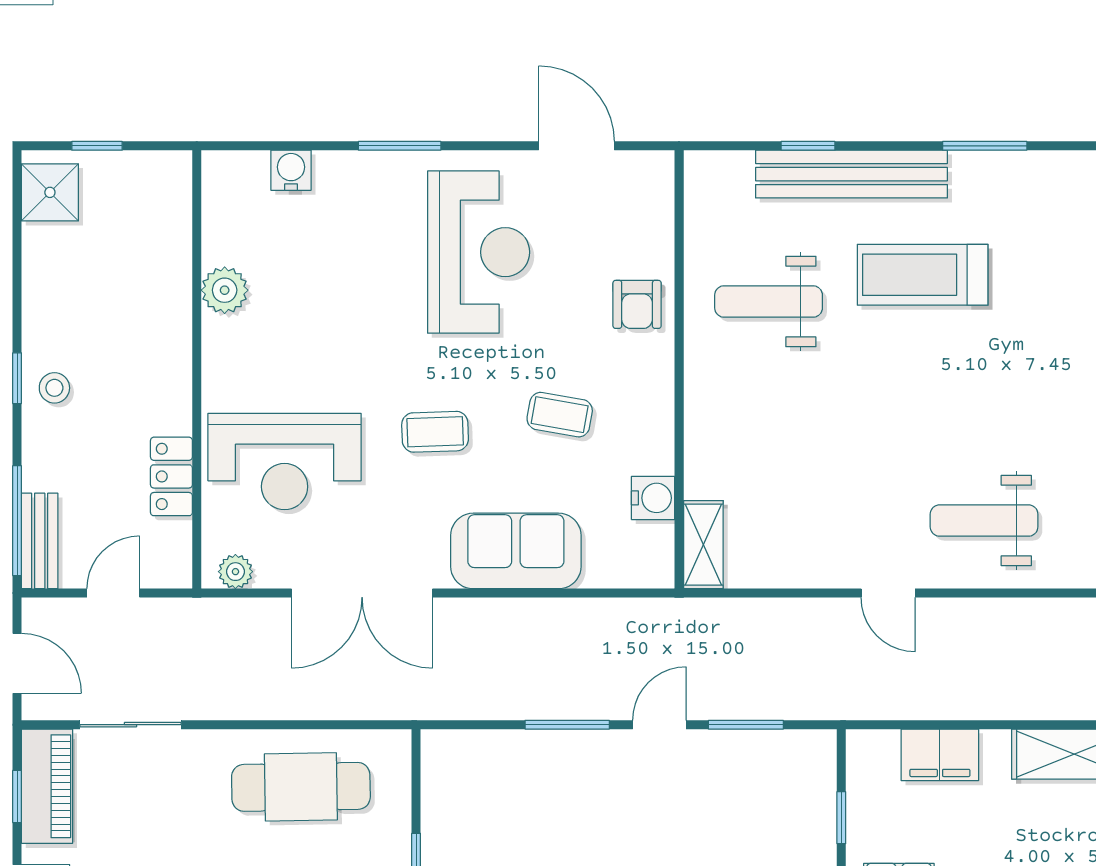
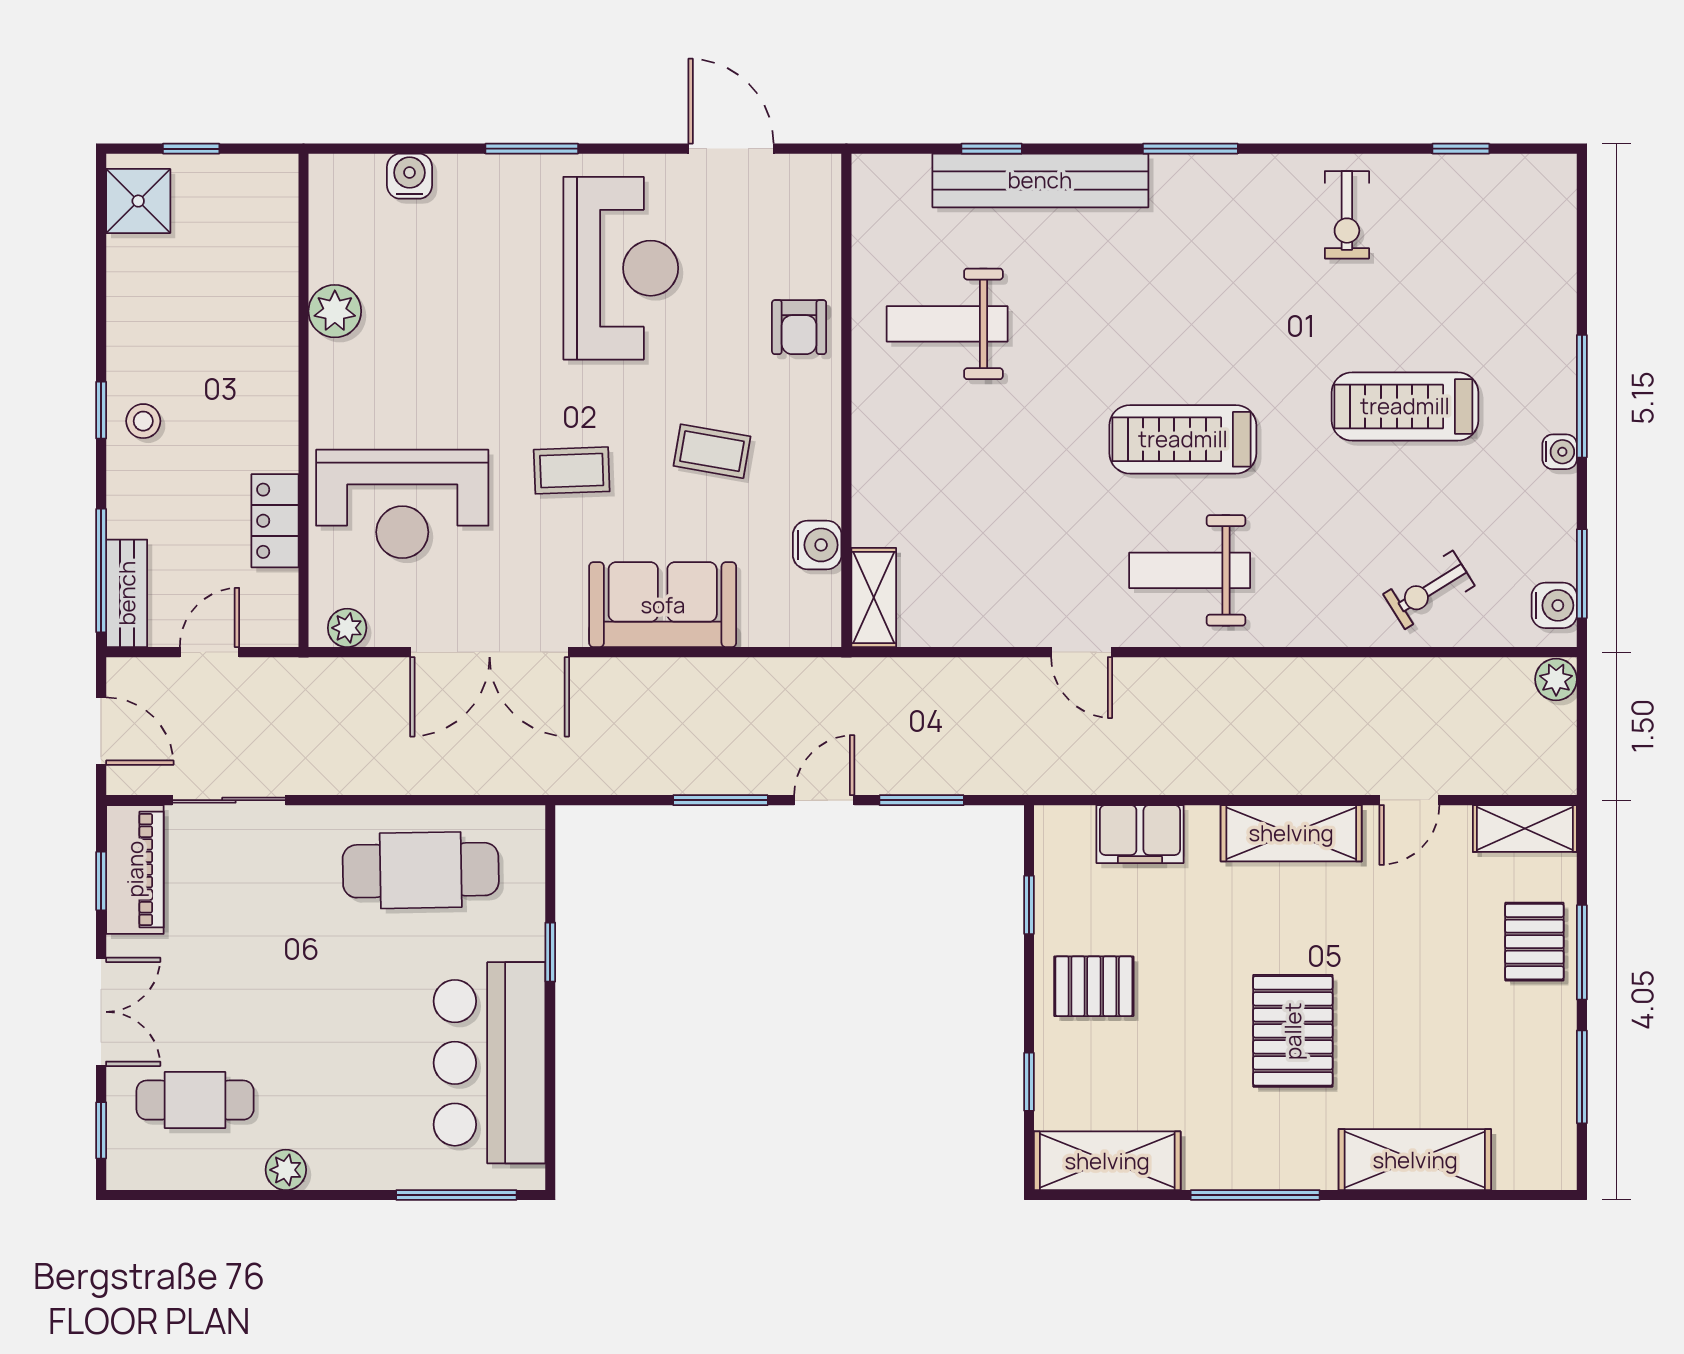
treadmill: (923, 275) -> (1183, 439), moved

